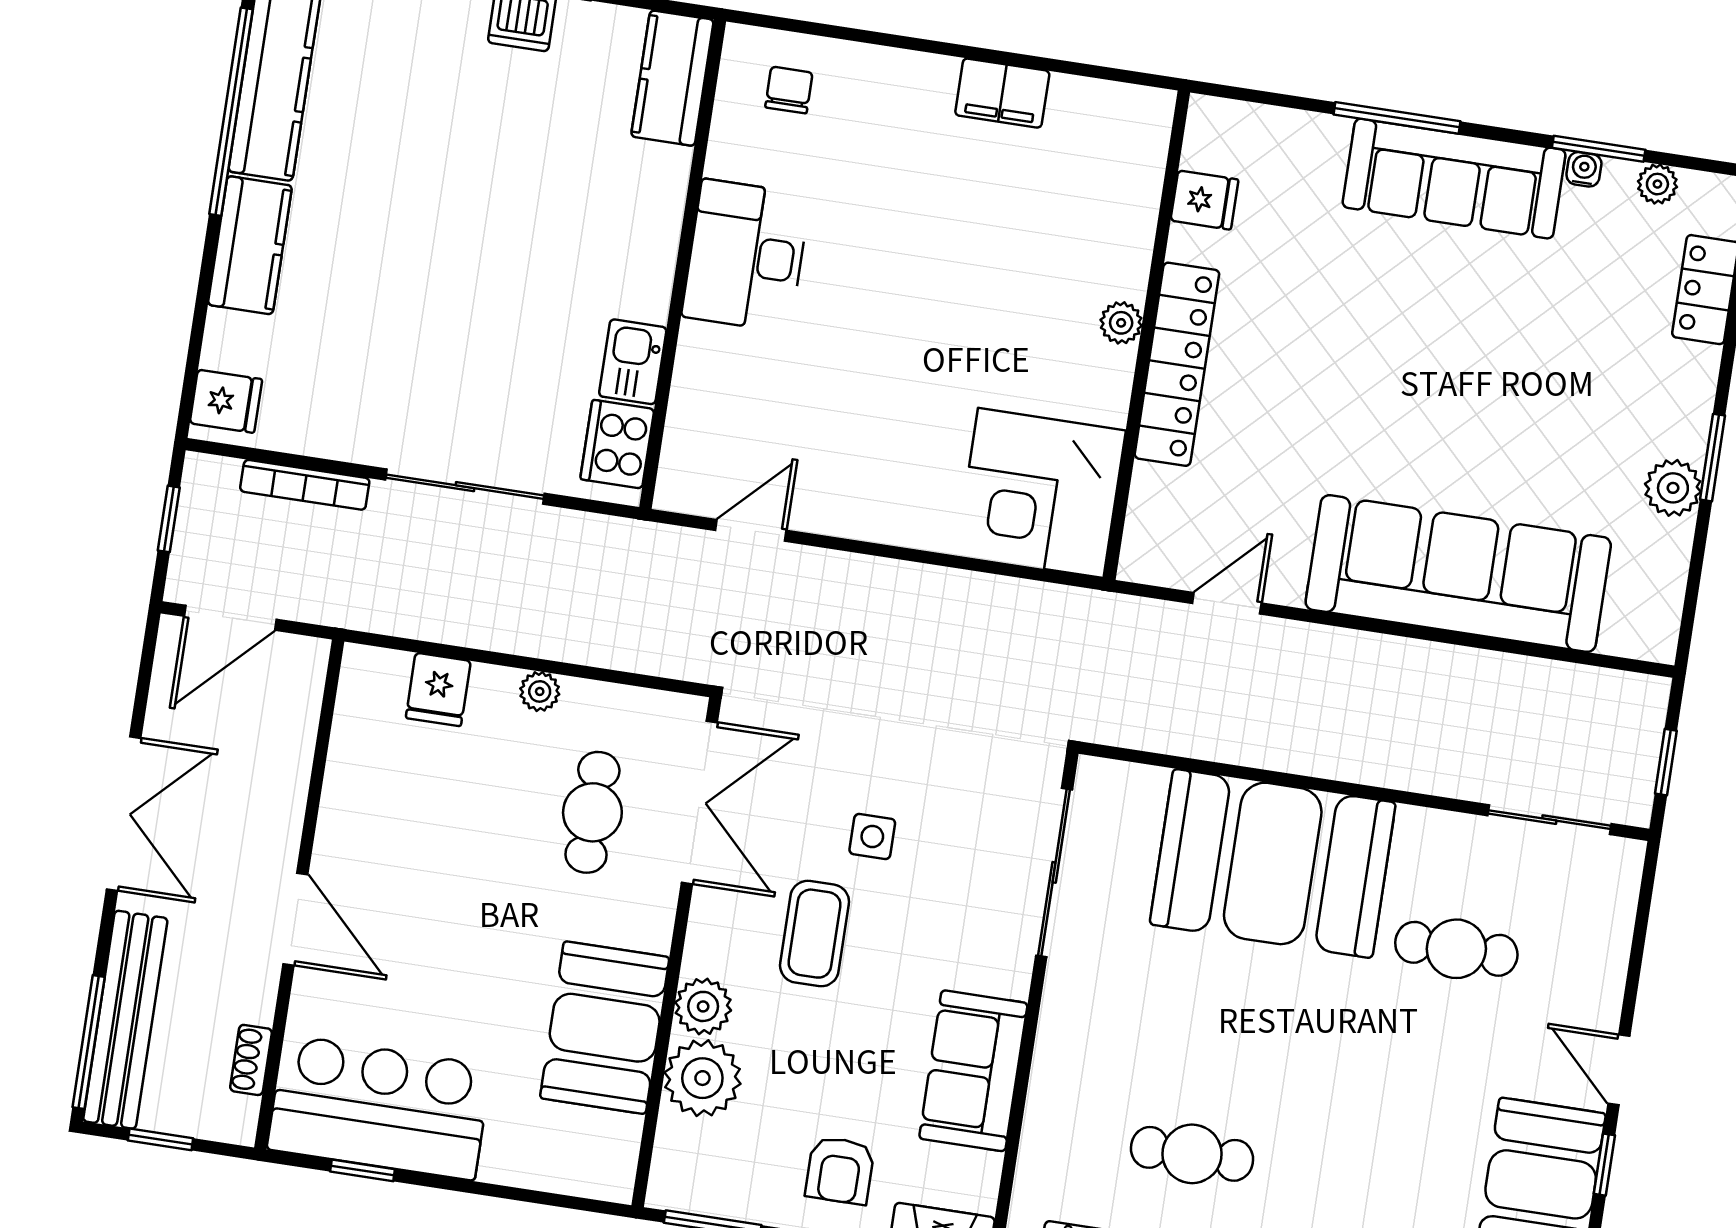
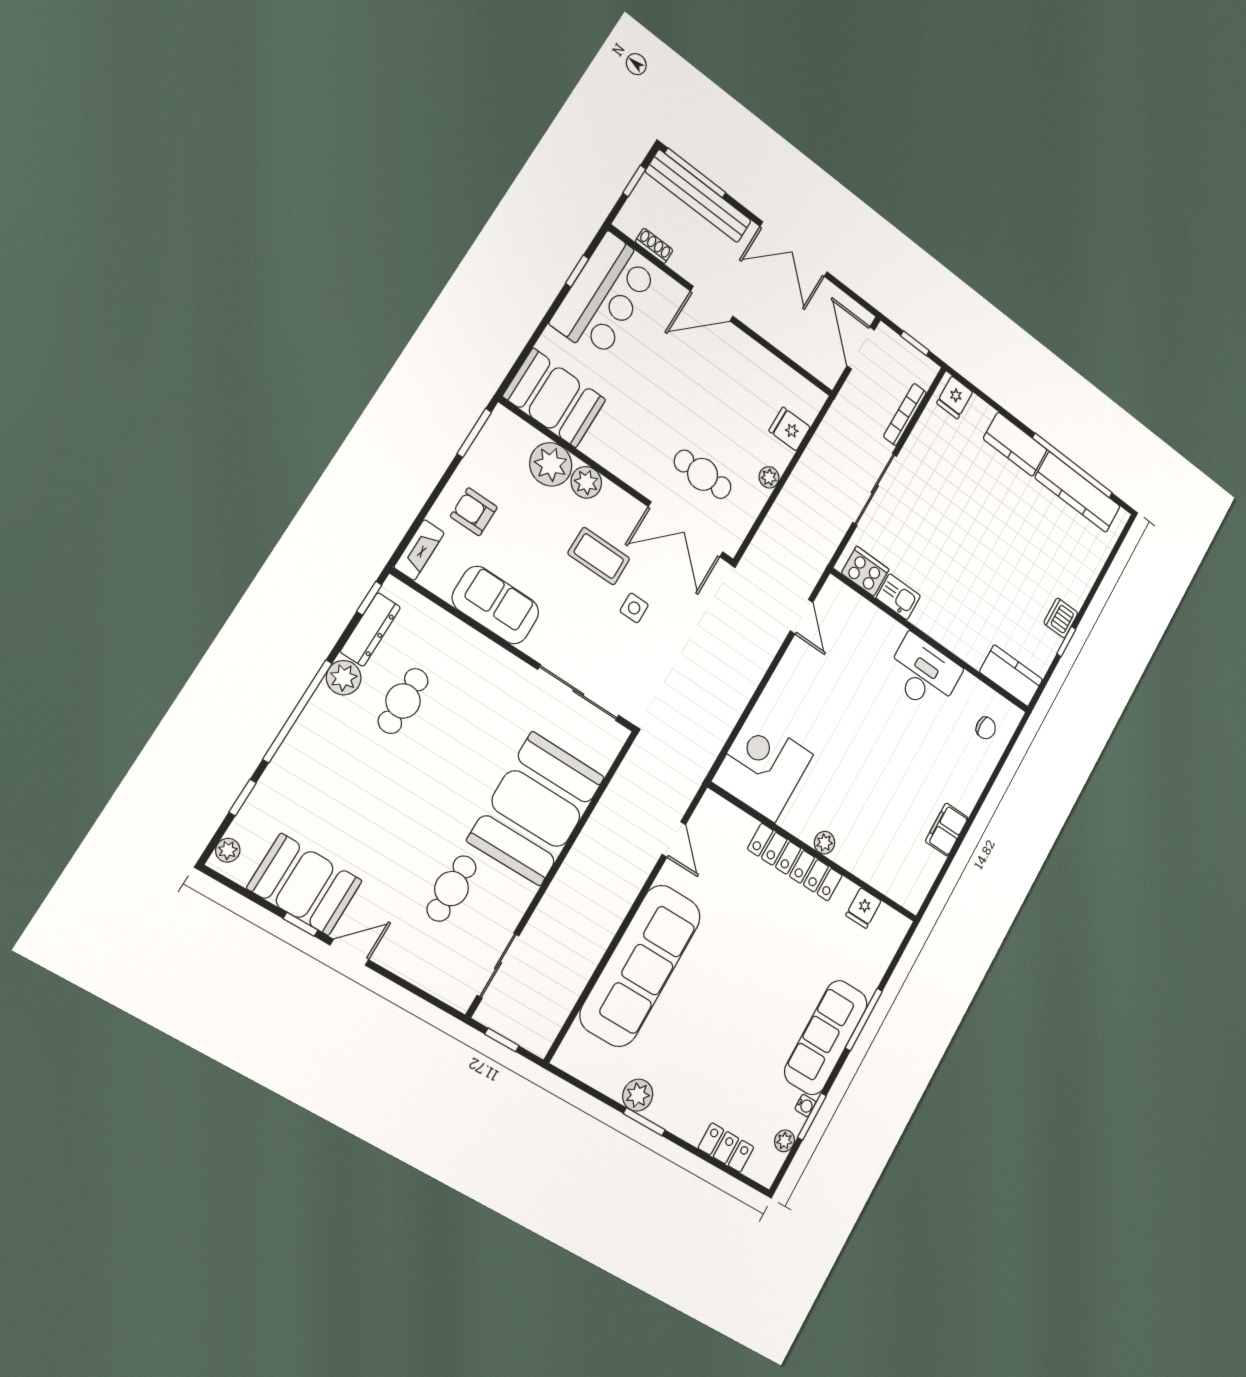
booth: (605, 1028) -> (554, 398), moved

